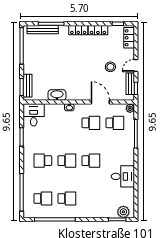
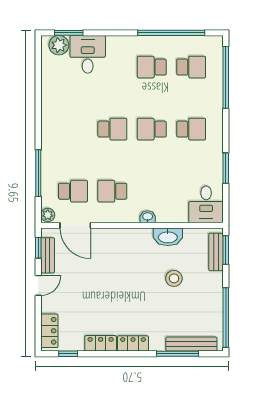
stool: (110, 67) -> (174, 278), moved
door: (100, 102) -> (75, 225), moved
school desk: (115, 123) -> (73, 191), turned 180
school desk: (91, 161) -> (112, 129), turned 180
desk: (123, 176) -> (88, 54), moved, turned 90
school desk: (43, 198) -> (191, 67), turned 180

